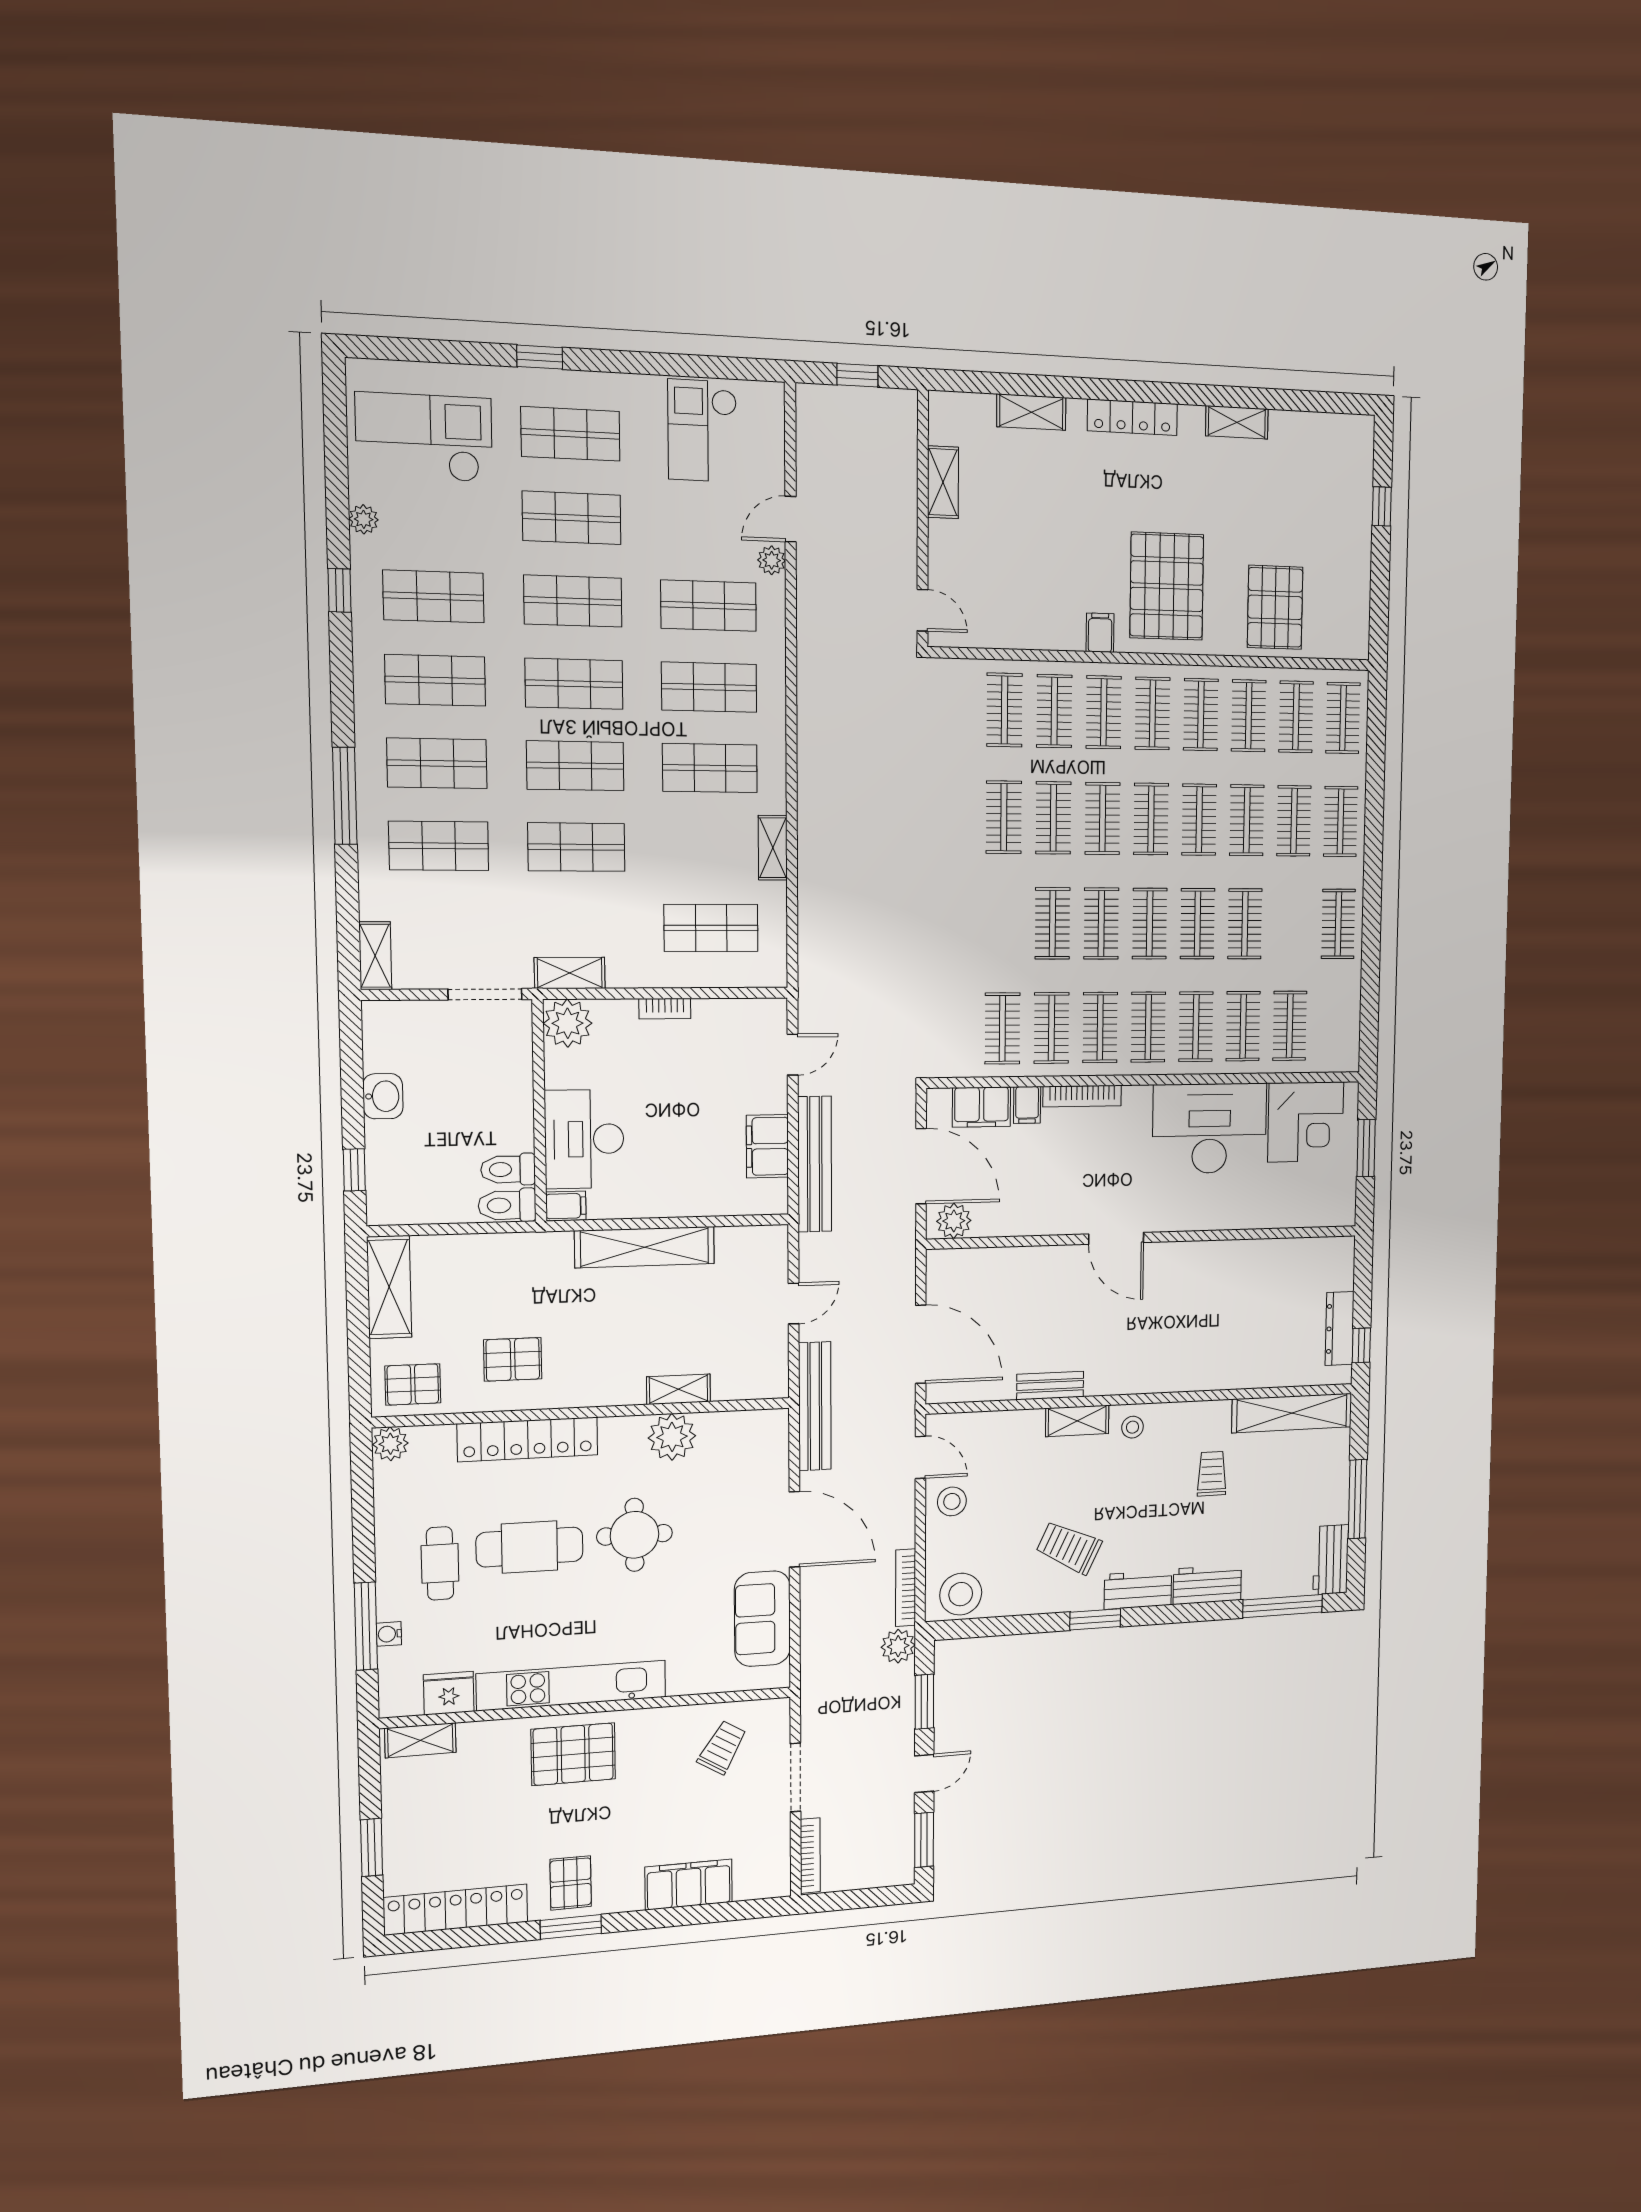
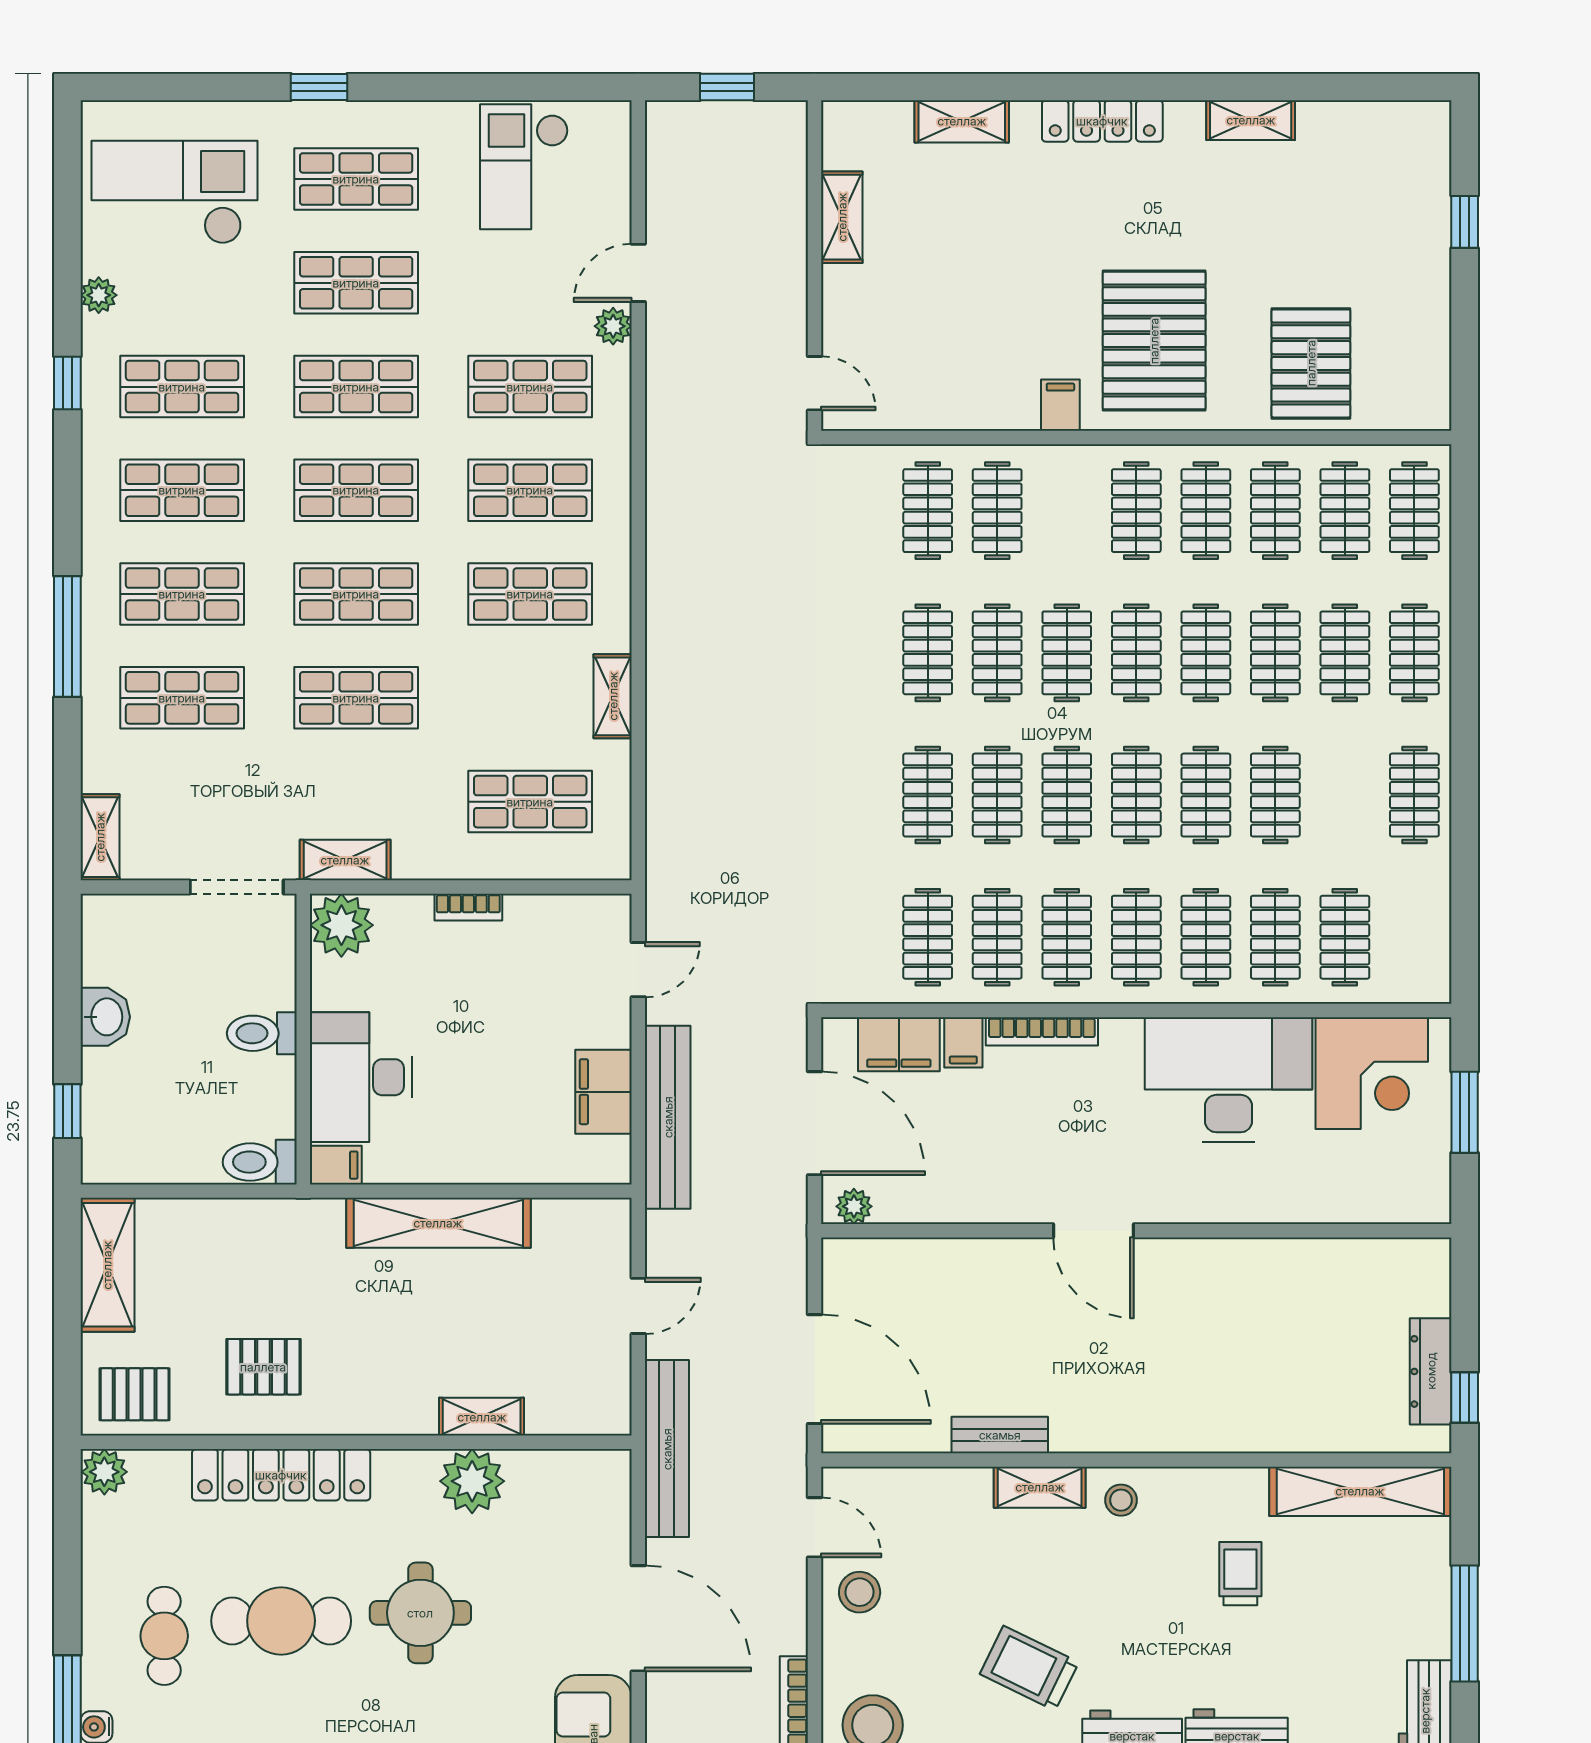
clothes rail: (1104, 712) -> (928, 795), moved
toilet: (508, 1169) -> (262, 1033), moved
plant: (954, 1221) -> (854, 1206), width x0.73, depth x0.73

